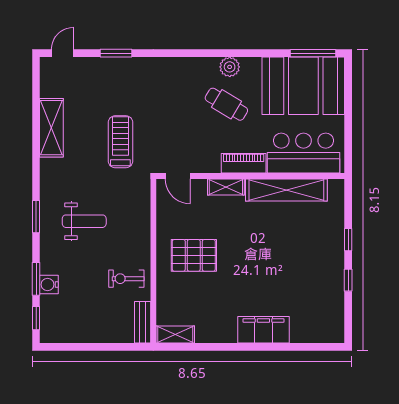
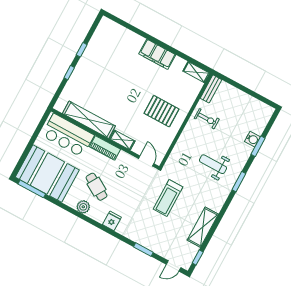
fridge: (180, 69) -> (112, 221), added
window: (36, 318) -> (198, 257), moved
filing cabinet: (263, 330) -> (157, 54), moved

